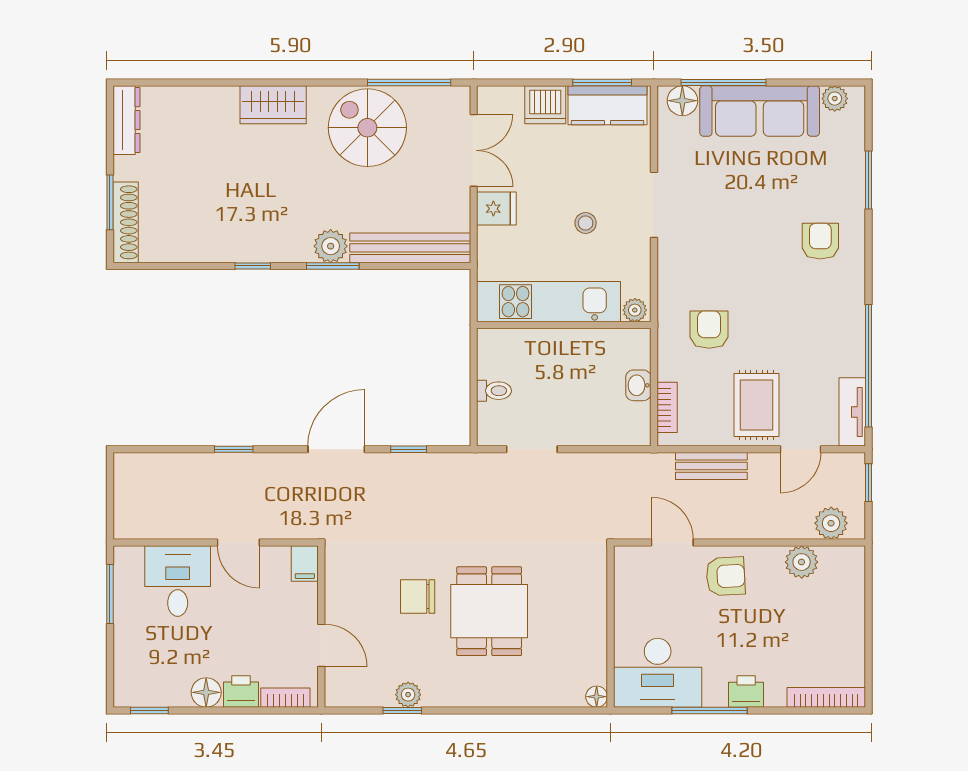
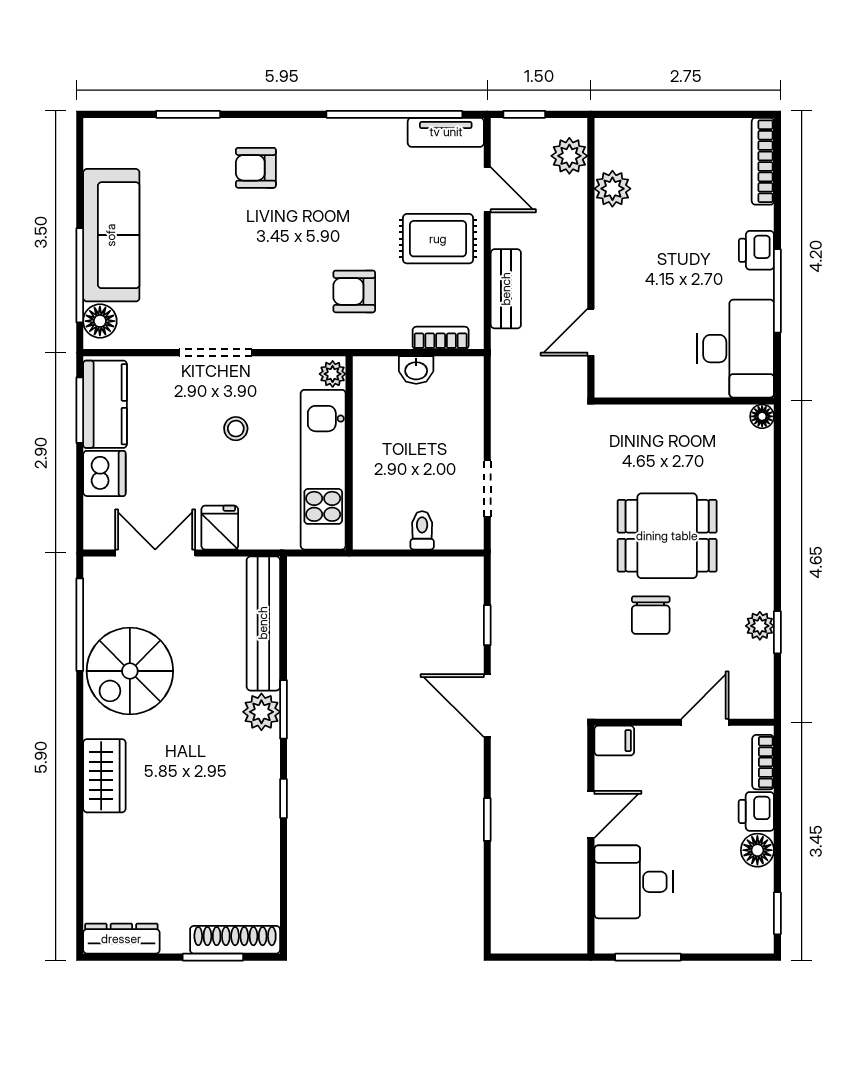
plant: (835, 99) -> (98, 152), removed
armchair: (726, 576) -> (628, 273), removed

